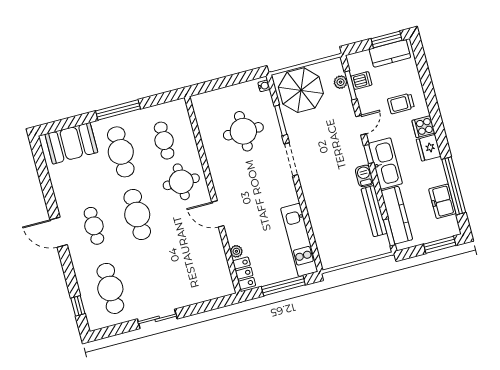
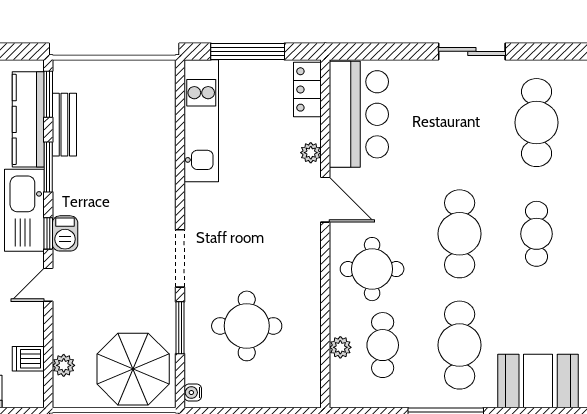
window: (351, 85) -> (48, 167), moved
plant: (188, 133) -> (340, 347), added
barbecue: (364, 176) -> (65, 233), moved
bench: (374, 211) -> (64, 125), width x0.73
plant: (236, 251) -> (311, 153), moved
bar counter: (212, 267) -> (359, 114), added

